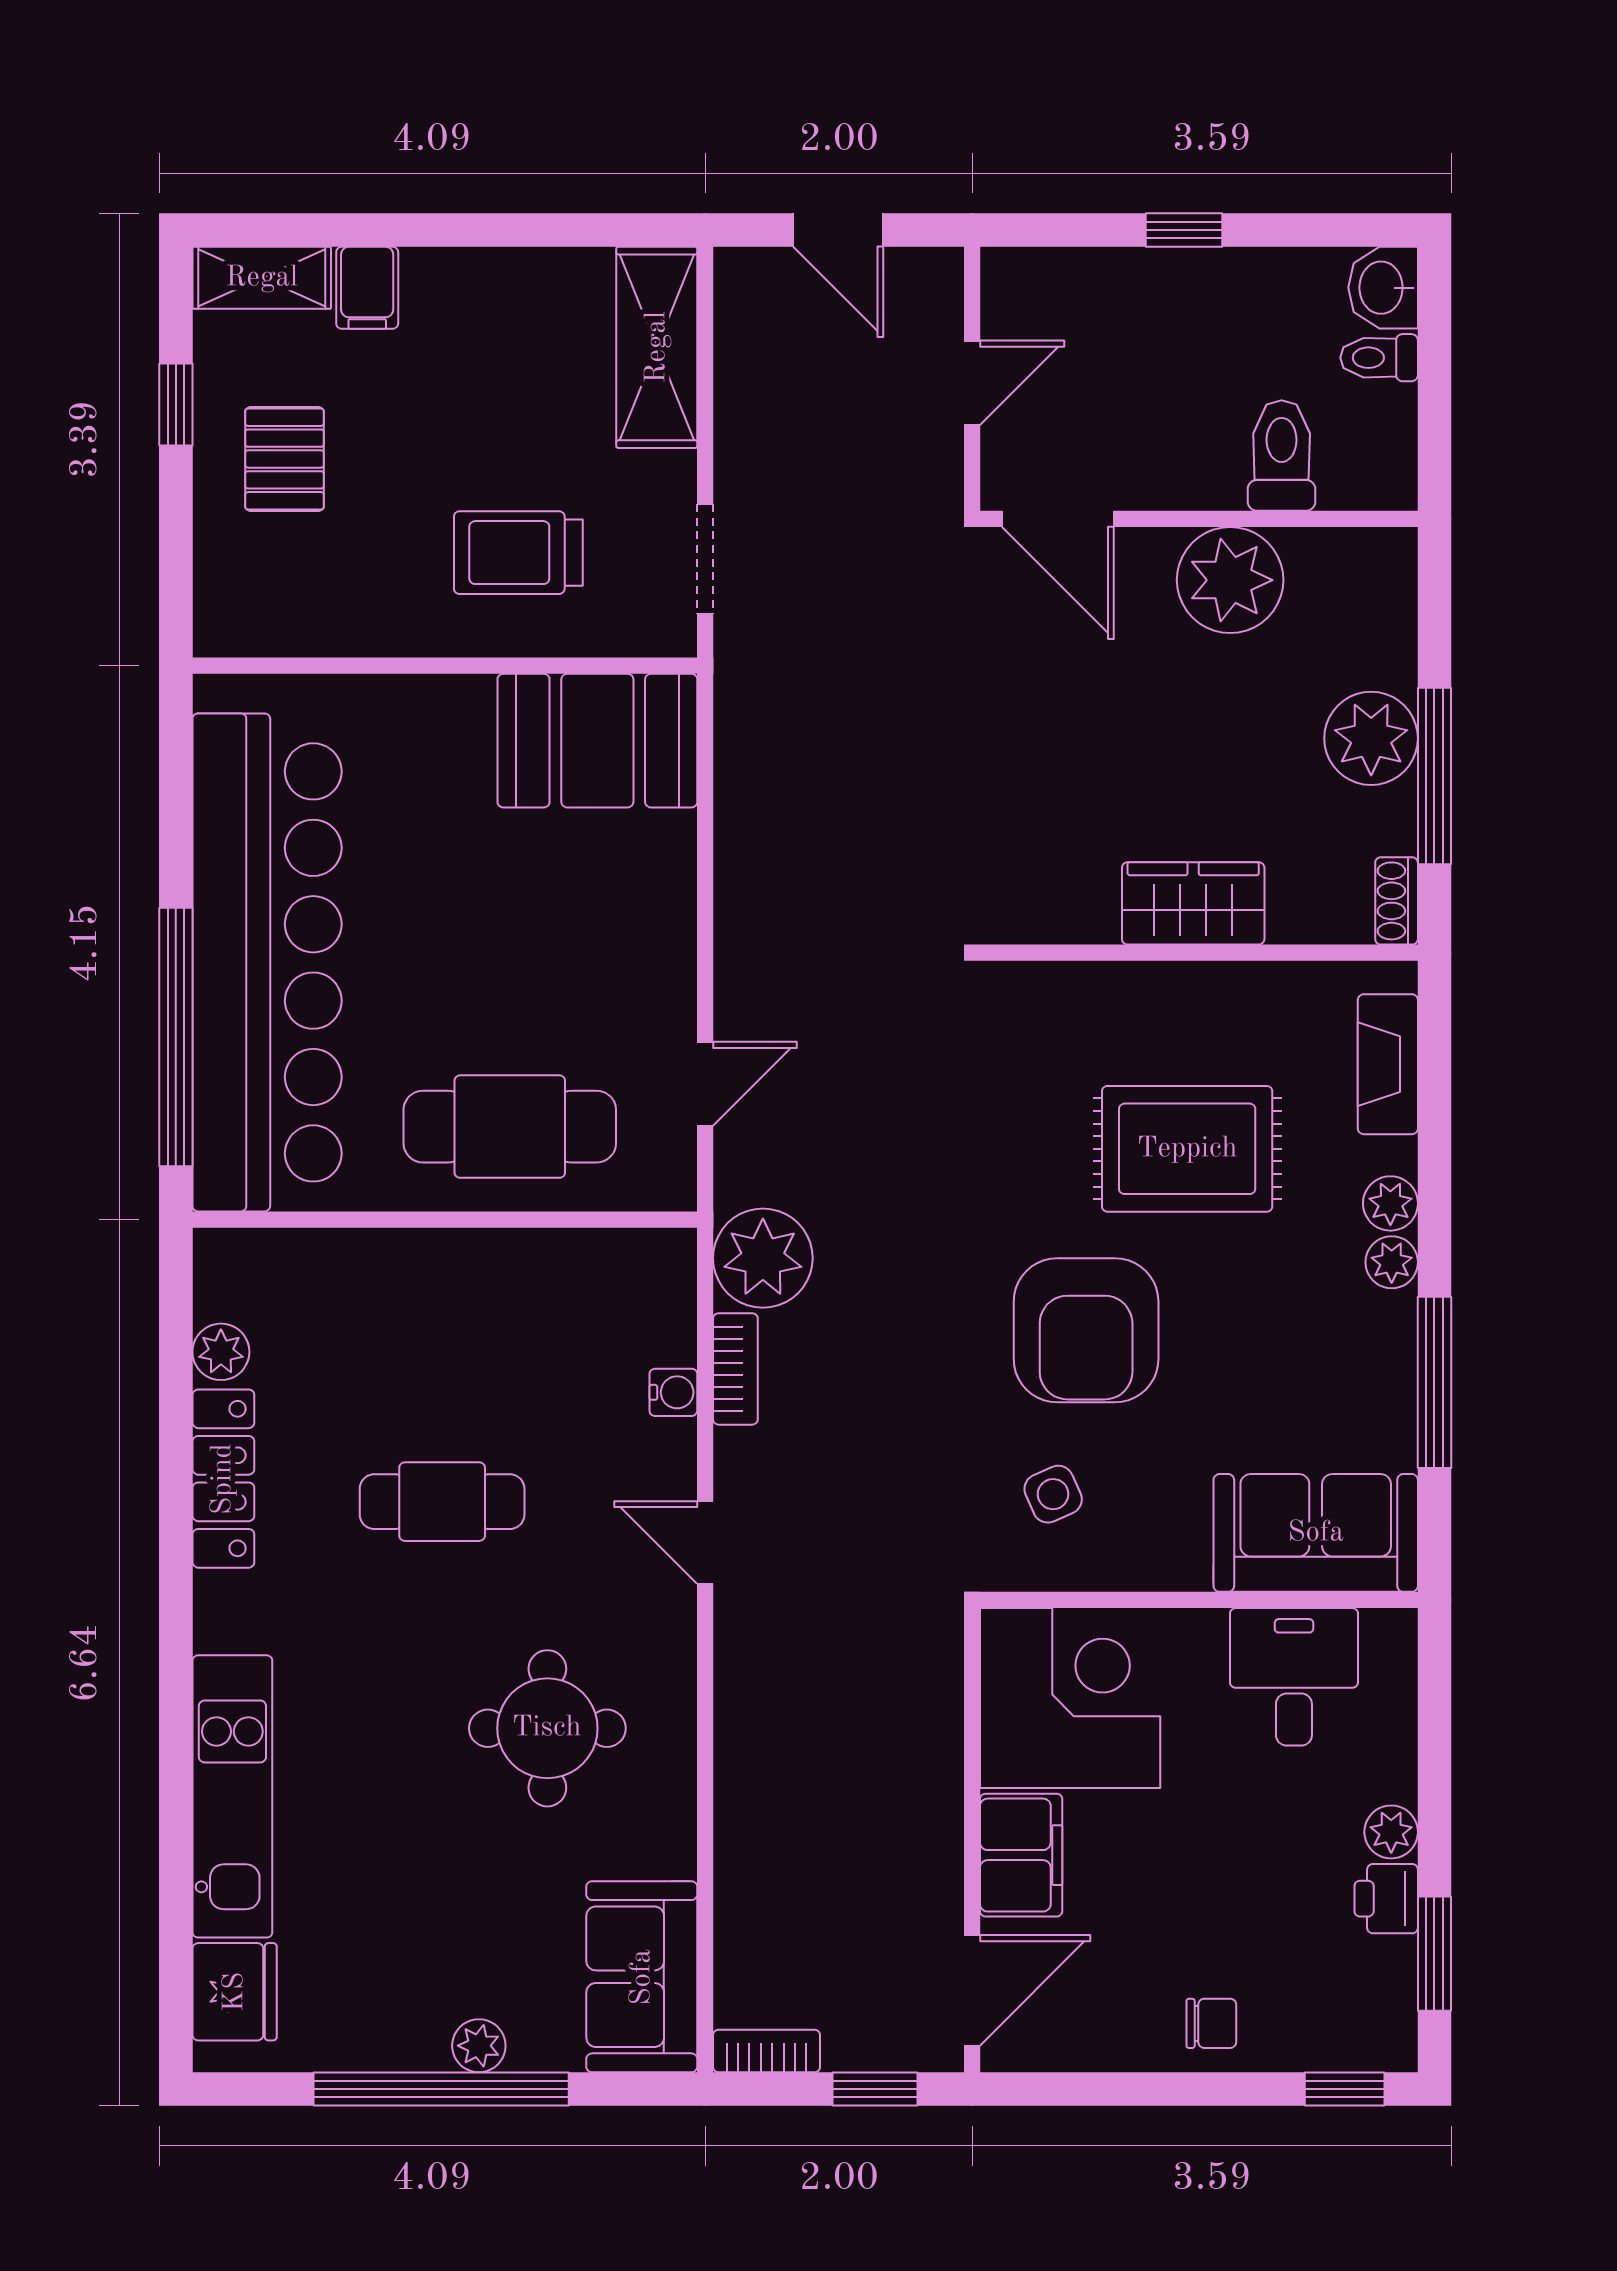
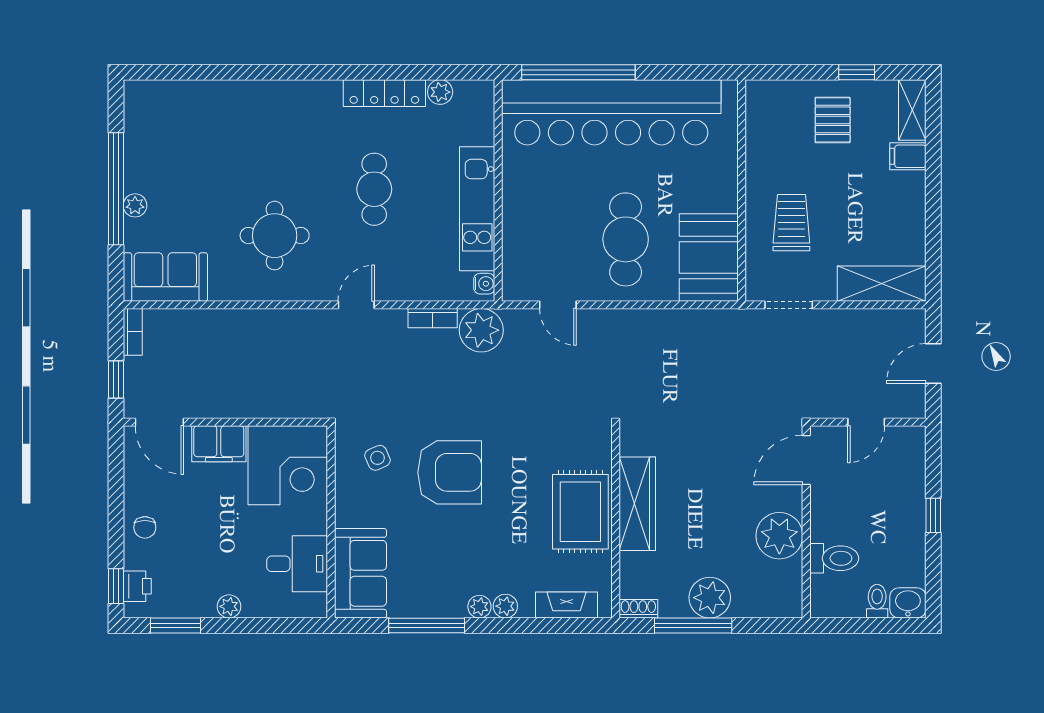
door: (972, 383) -> (866, 422), hinge flipped
pallet: (285, 459) -> (833, 120), turned 90
wardrobe: (1193, 903) -> (637, 504), width x1.50
cafe table: (510, 1127) -> (626, 239), moved
rug: (1187, 1149) -> (580, 512), moved
armchair: (1086, 1330) -> (450, 472), turned 180
water cooler: (673, 1392) -> (484, 284), moved, turned -90
kitchen unit: (232, 1796) -> (477, 209), moved, turned 90
printer: (1386, 1899) -> (137, 586), moved, turned 90
fridge: (235, 1992) -> (159, 98), removed

